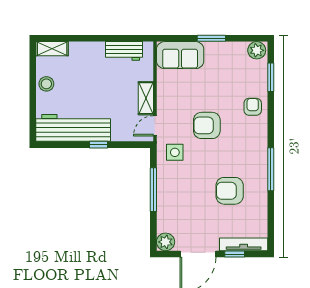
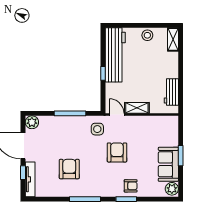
sofa: (180, 55) -> (168, 164), moved
window: (271, 77) -> (126, 199), moved

